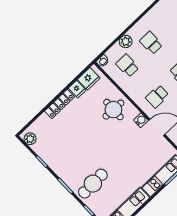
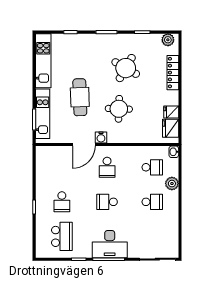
school desk: (157, 97) -> (107, 167), turned 180
locker: (60, 104) -> (173, 73), moved
round table: (113, 110) -> (119, 109), moved
round table: (77, 149) -> (126, 68), added
cafe table: (93, 184) -> (80, 97), moved

